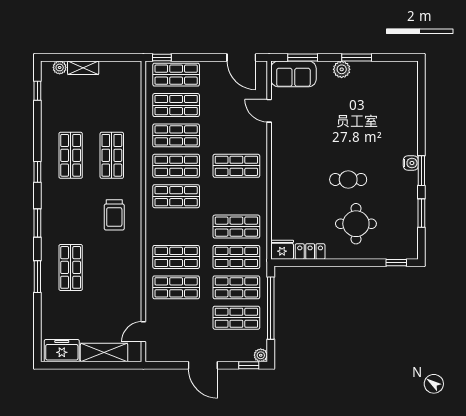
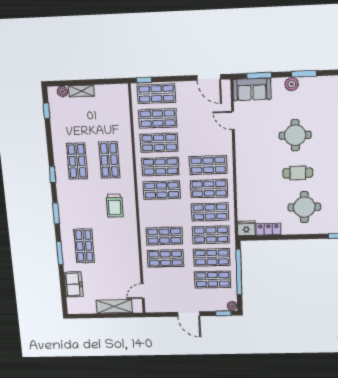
round table: (345, 132) -> (295, 135), added
shop shelf: (236, 196) -> (209, 189), added
freezer: (62, 351) -> (73, 284), moved, turned 90

